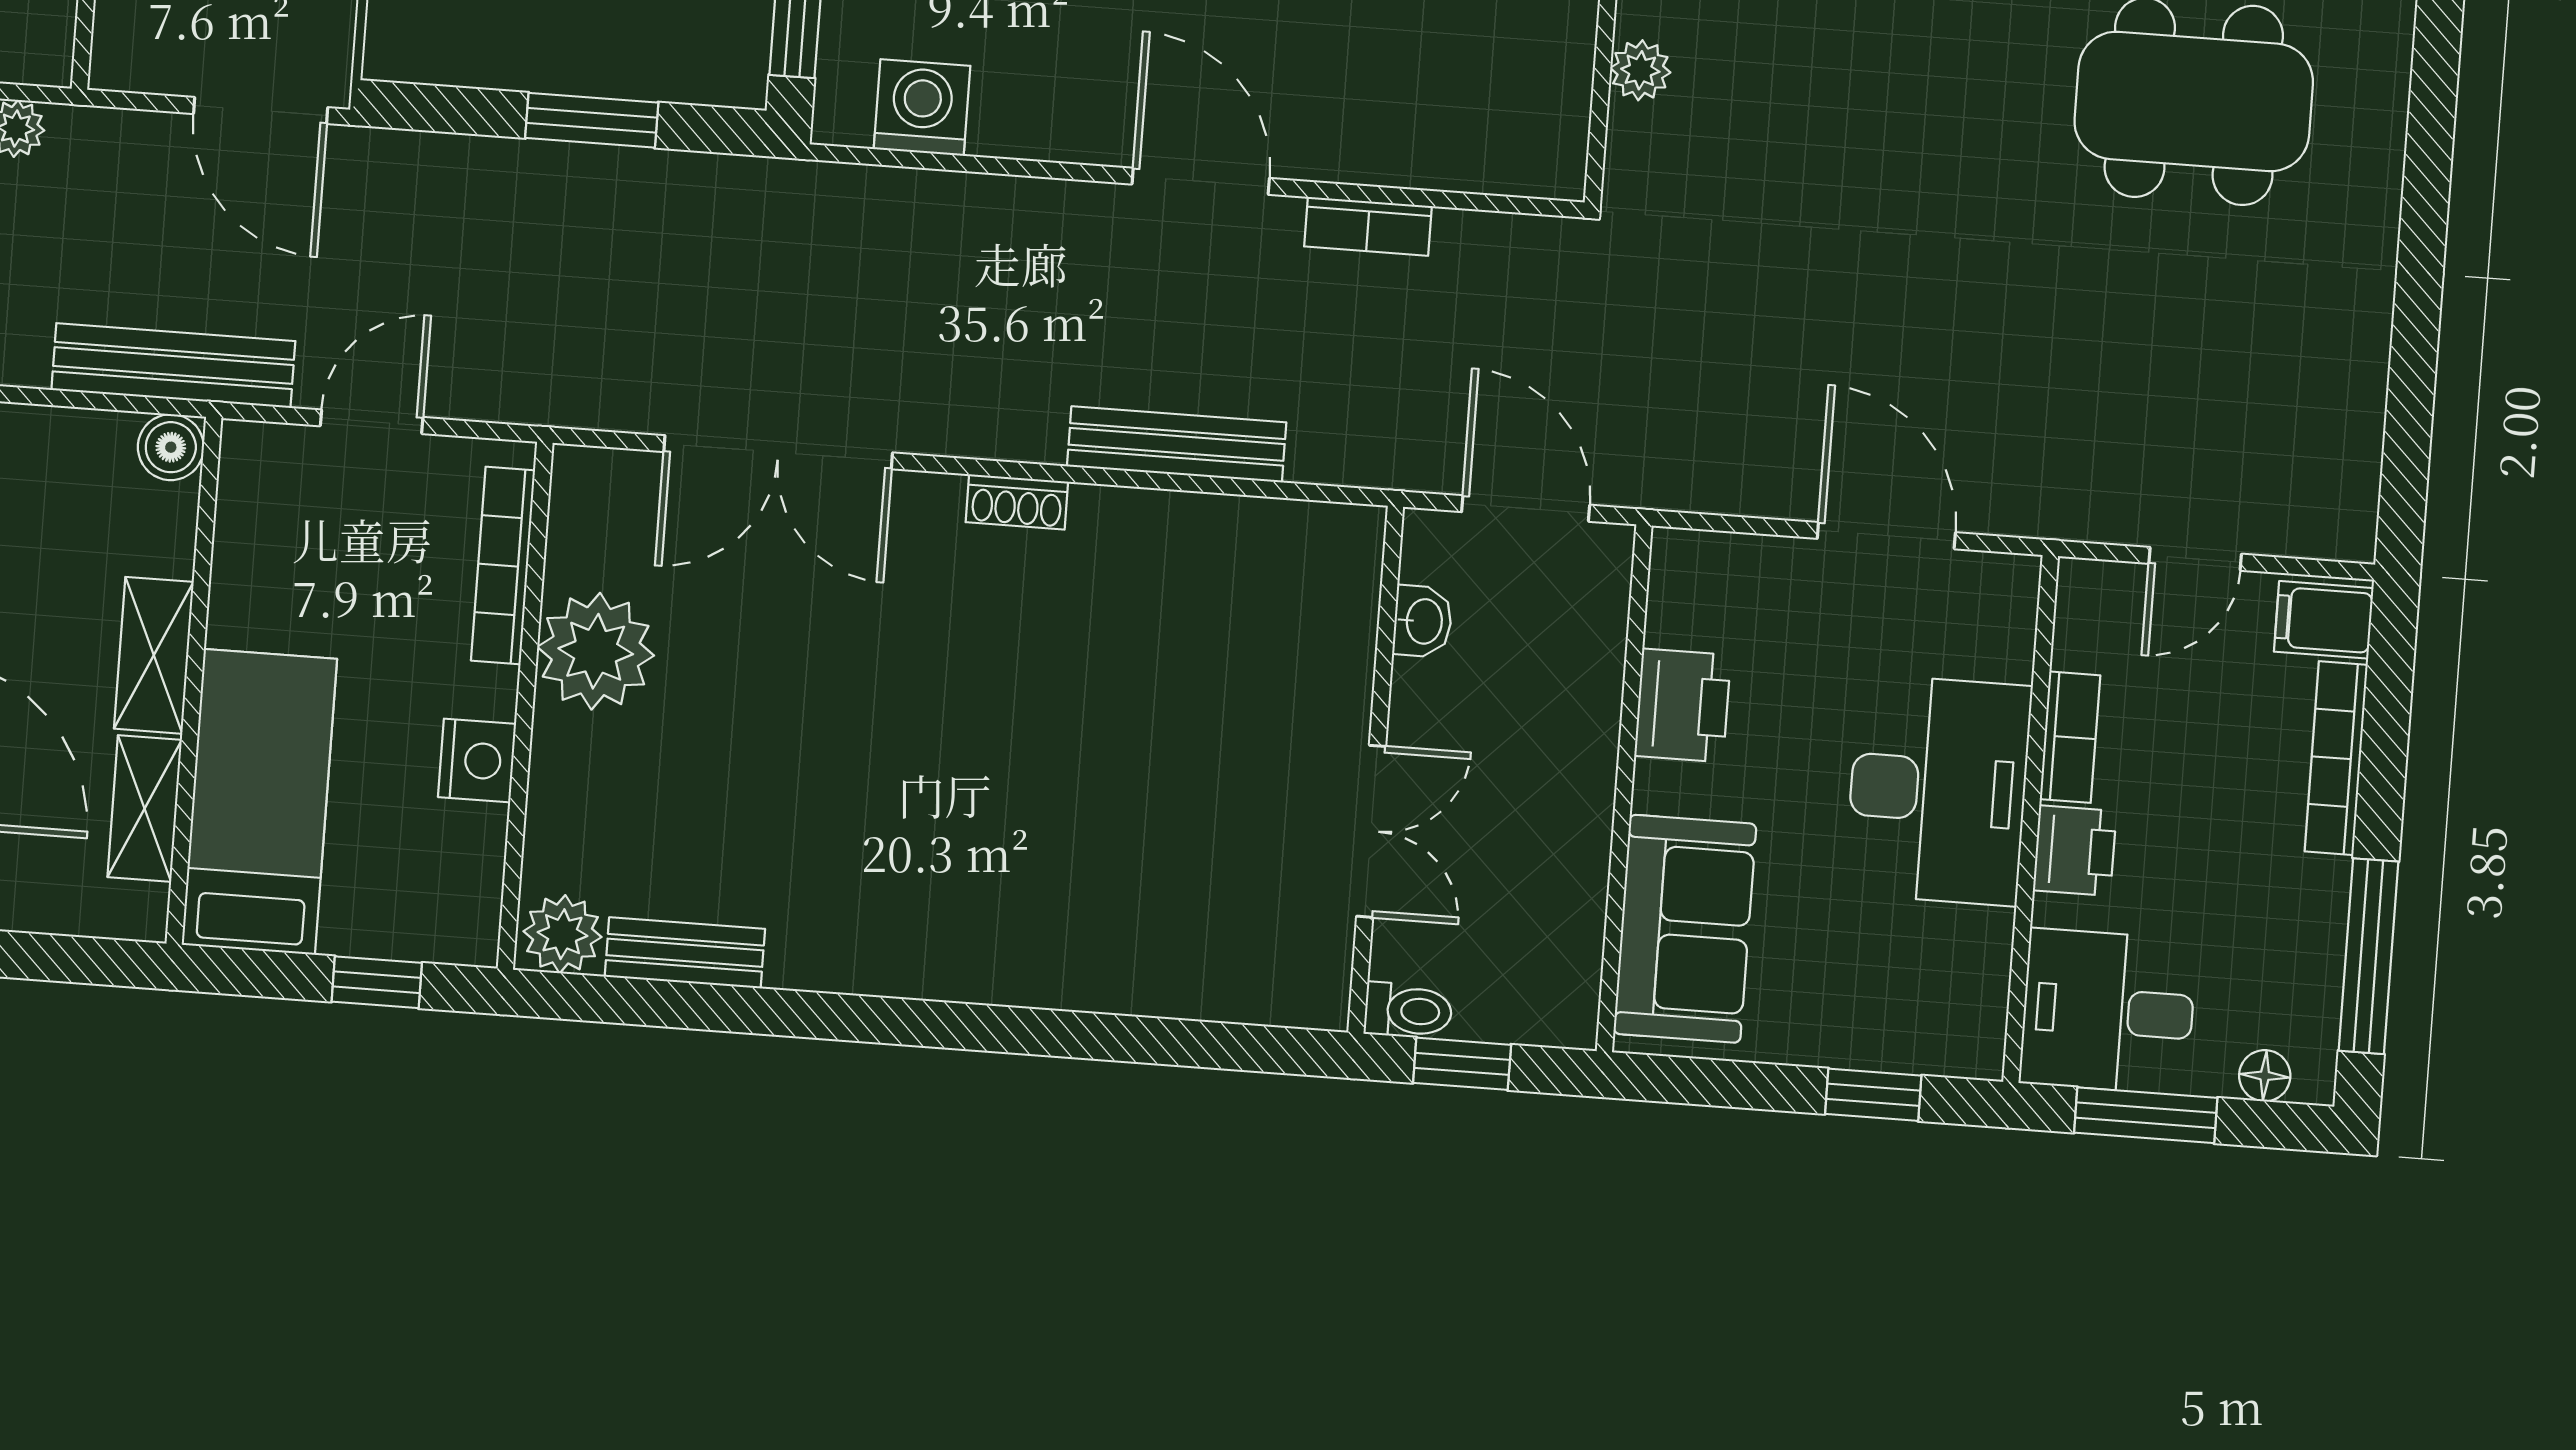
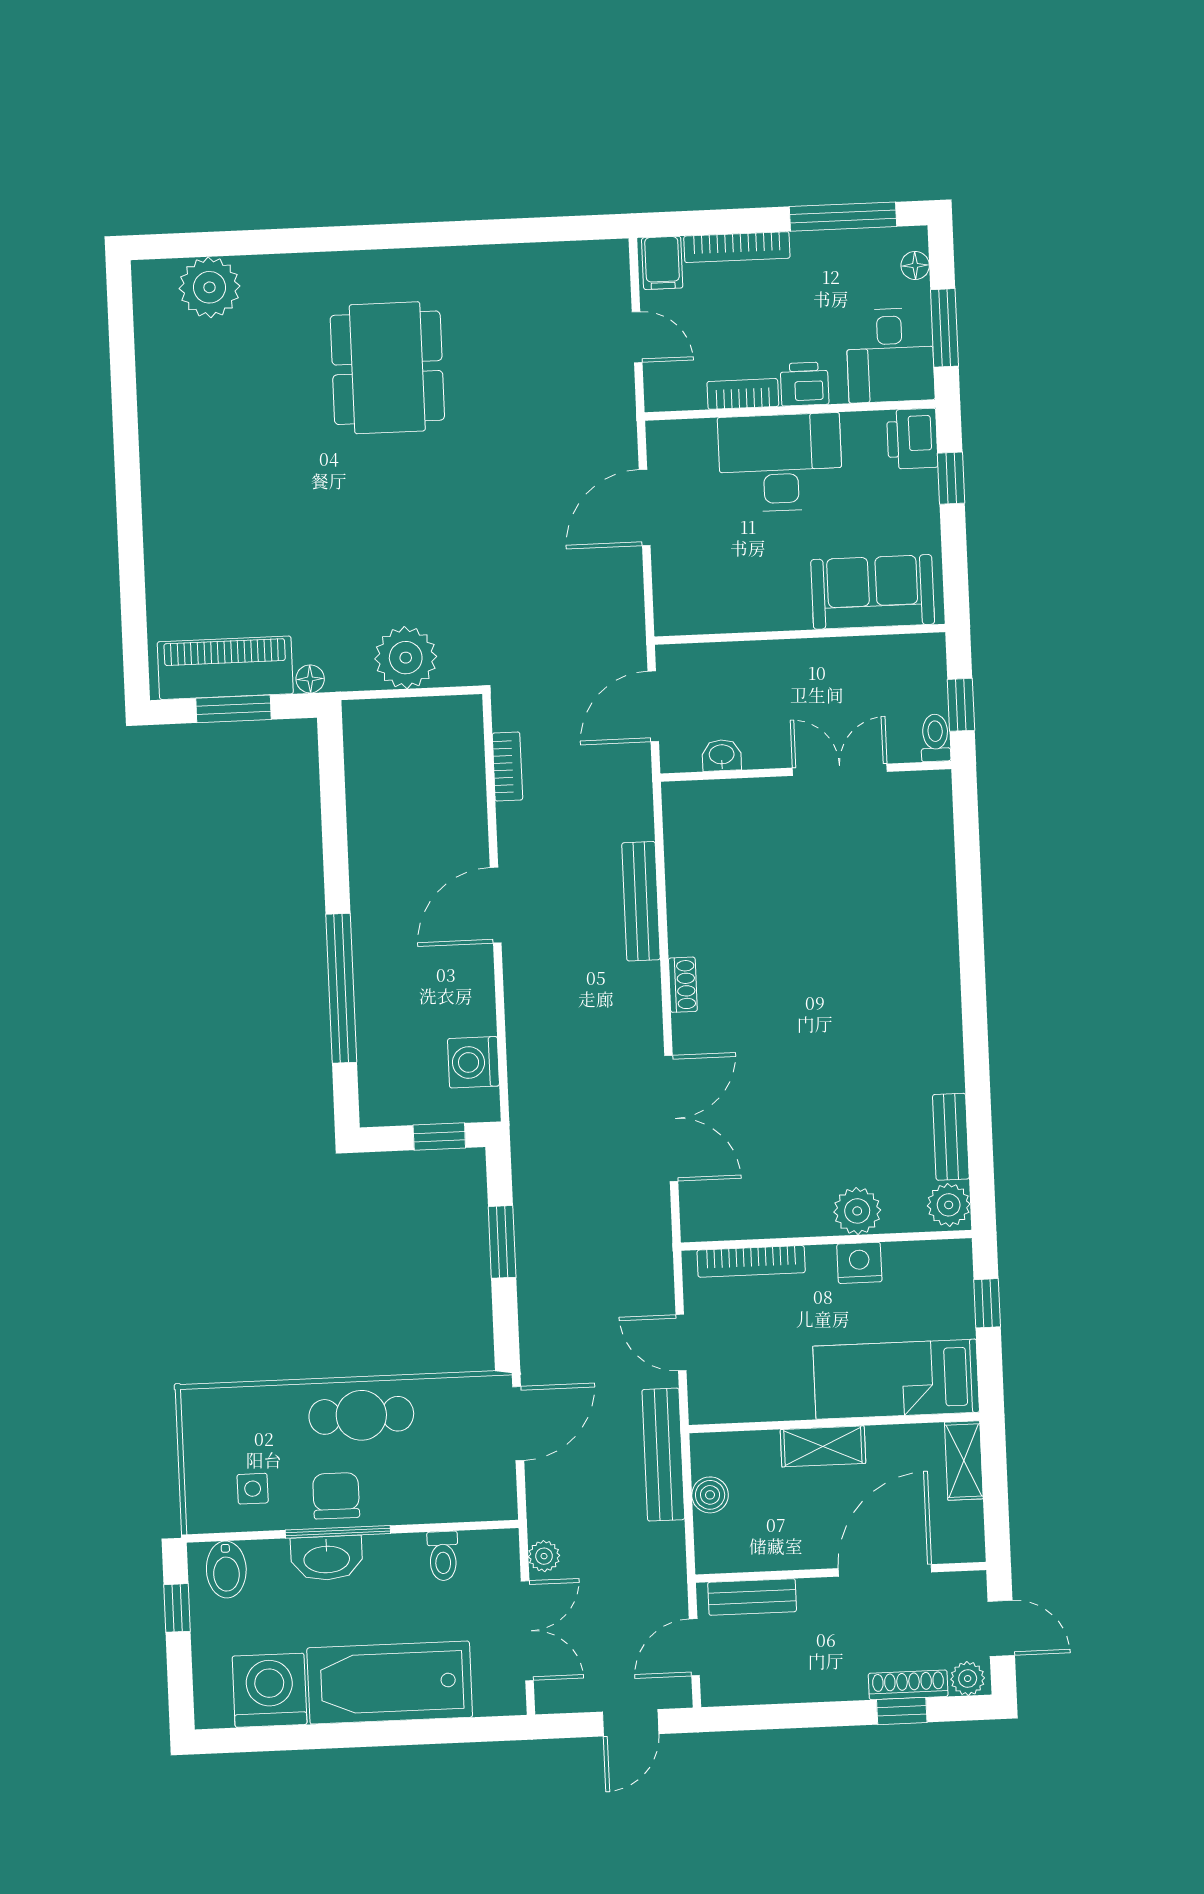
plant: (1640, 70) -> (406, 658), width x1.88, depth x1.88
bookcase: (1368, 226) -> (507, 766), moved
boiler: (171, 447) -> (710, 1495), moved
plant: (596, 651) -> (857, 1211), moved, width x0.73, depth x0.73
printer: (1683, 705) -> (912, 439), moved, turned -90
shelving: (145, 808) -> (964, 1461), moved, turned 90

